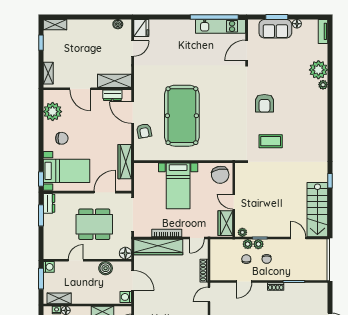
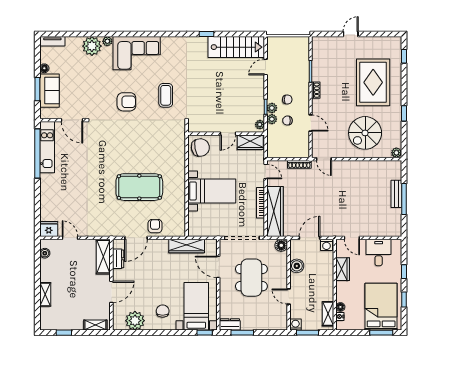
shelving: (55, 25) -> (45, 294), moved
corner sofa: (312, 113) -> (137, 53), added
pool table: (182, 116) -> (139, 187), width x0.73, depth x0.76
armchair: (144, 131) -> (155, 226), turned -79

